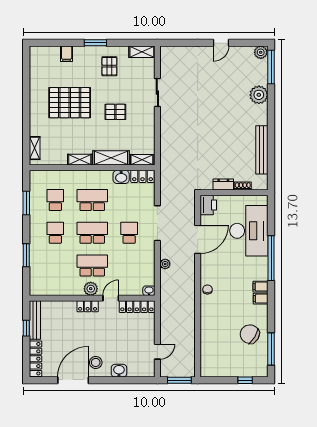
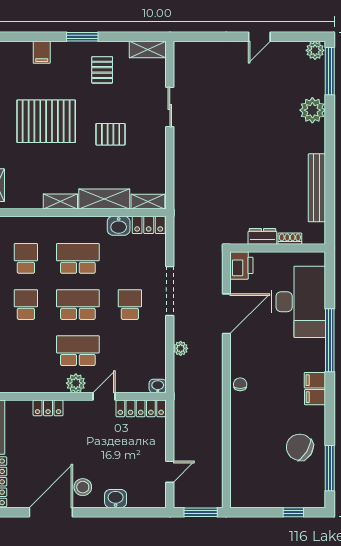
locker: (88, 306) -> (48, 408), moved

